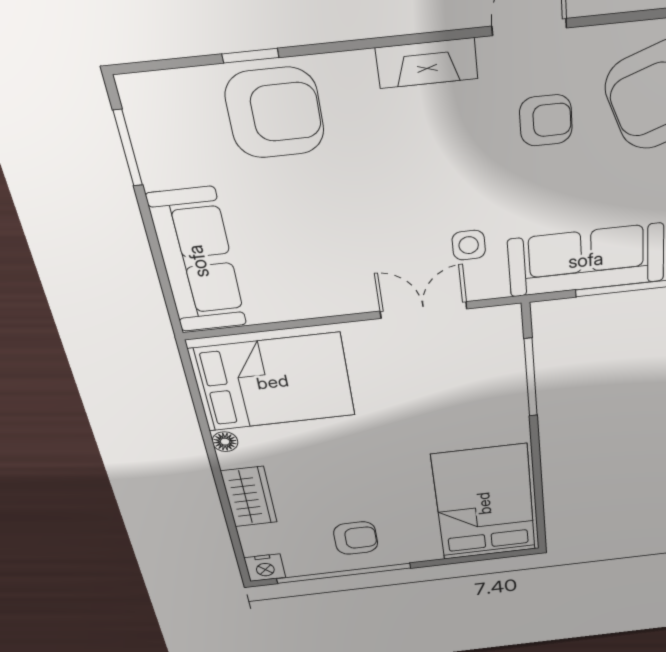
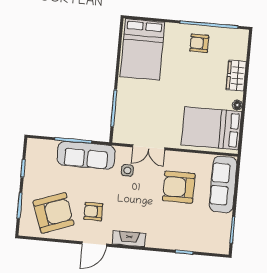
armchair: (275, 113) -> (179, 187), moved
nightstand: (265, 568) -> (241, 36), removed

